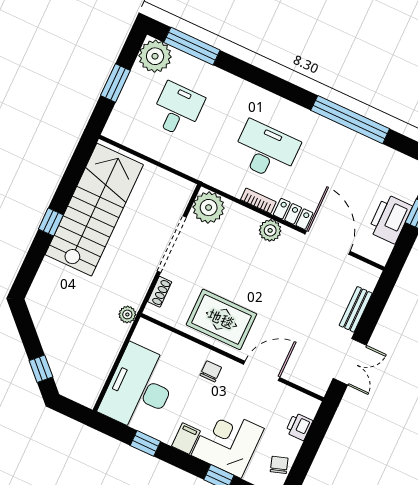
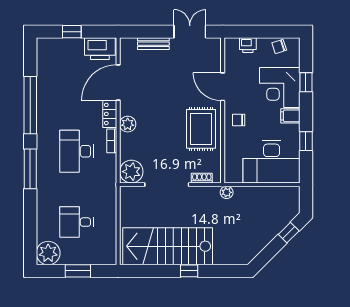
window: (192, 46) -> (30, 169), moved
printer: (390, 219) -> (100, 49), moved

